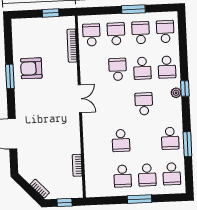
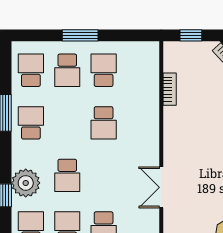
plant: (176, 93) -> (26, 183), width x1.88, depth x1.88
school desk: (121, 141) -> (104, 123), turned 180
school desk: (147, 175) -> (67, 70), turned 180

